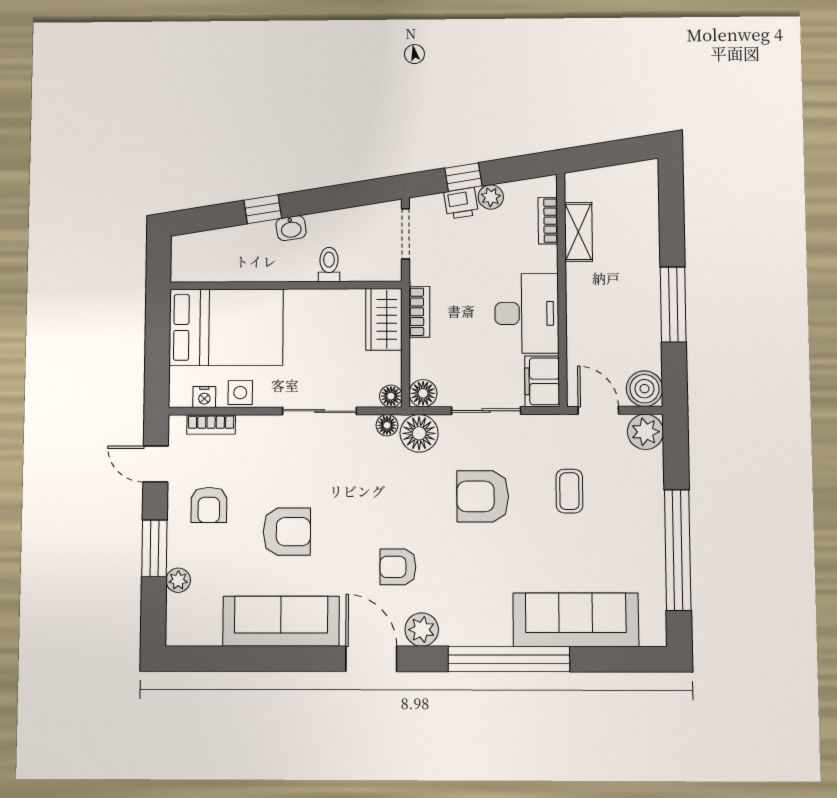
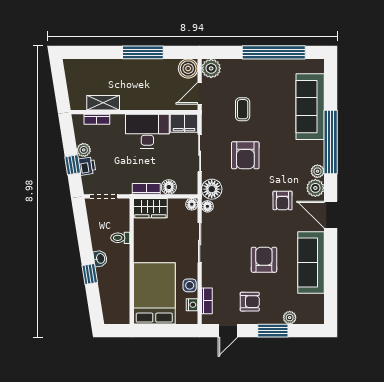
floor lamp: (423, 393) -> (169, 187), moved
coffee table: (569, 491) -> (243, 109), turned 90
plant: (453, 634) -> (317, 171), added
door: (371, 659) -> (331, 215), hinge flipped

